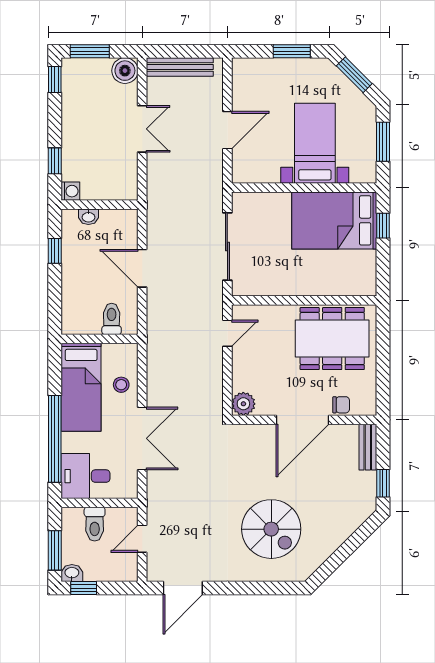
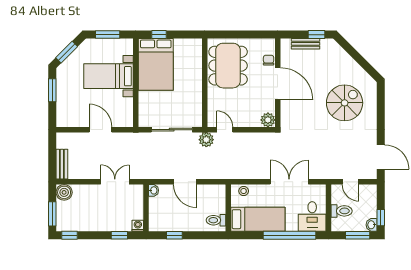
bench: (180, 67) -> (62, 164), width x0.73
double door: (142, 129) -> (115, 182), moved
washbasin: (88, 217) -> (154, 190), moved
door: (142, 268) -> (185, 182), hinge flipped
plant: (211, 303) -> (206, 140), added
toilet: (112, 319) -> (216, 220), moved
stool: (121, 385) -> (244, 191), moved
bench: (368, 447) -> (306, 44), moved

